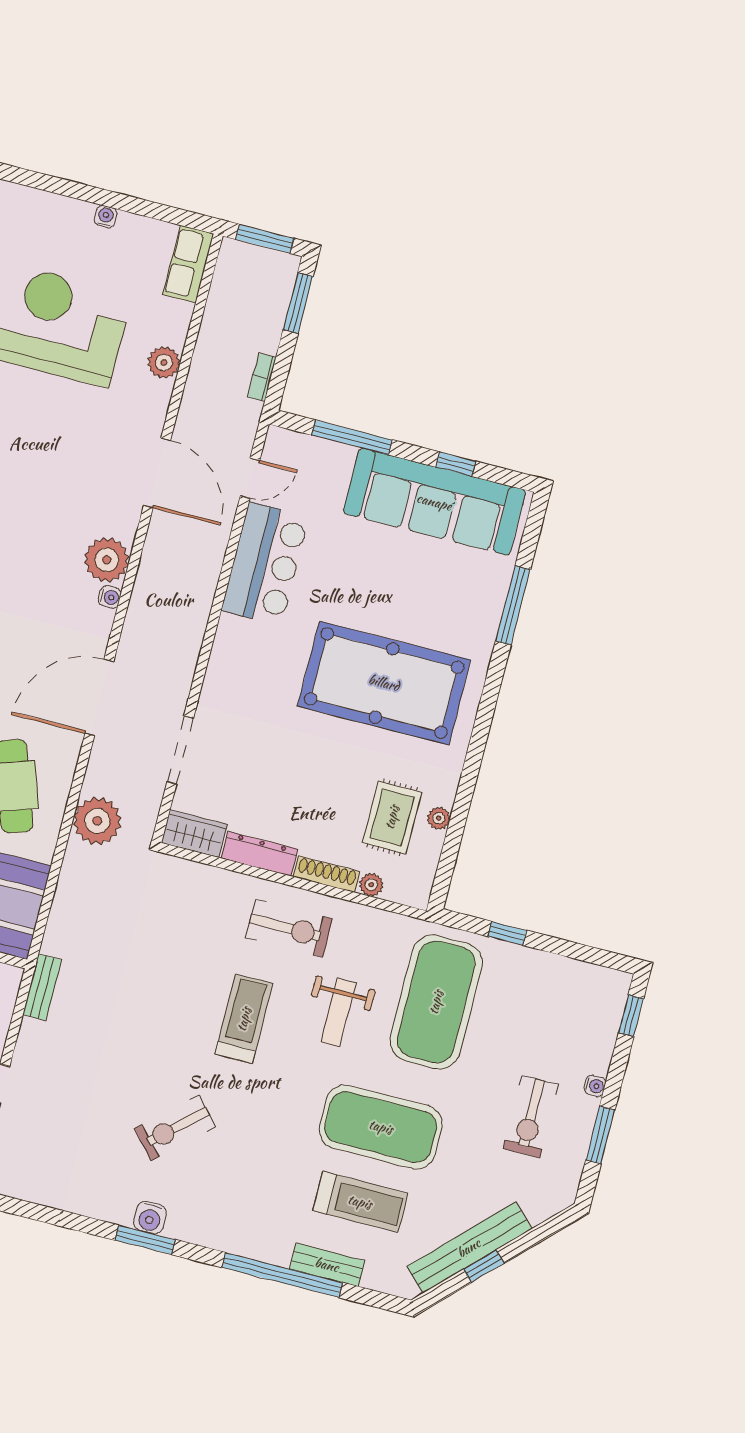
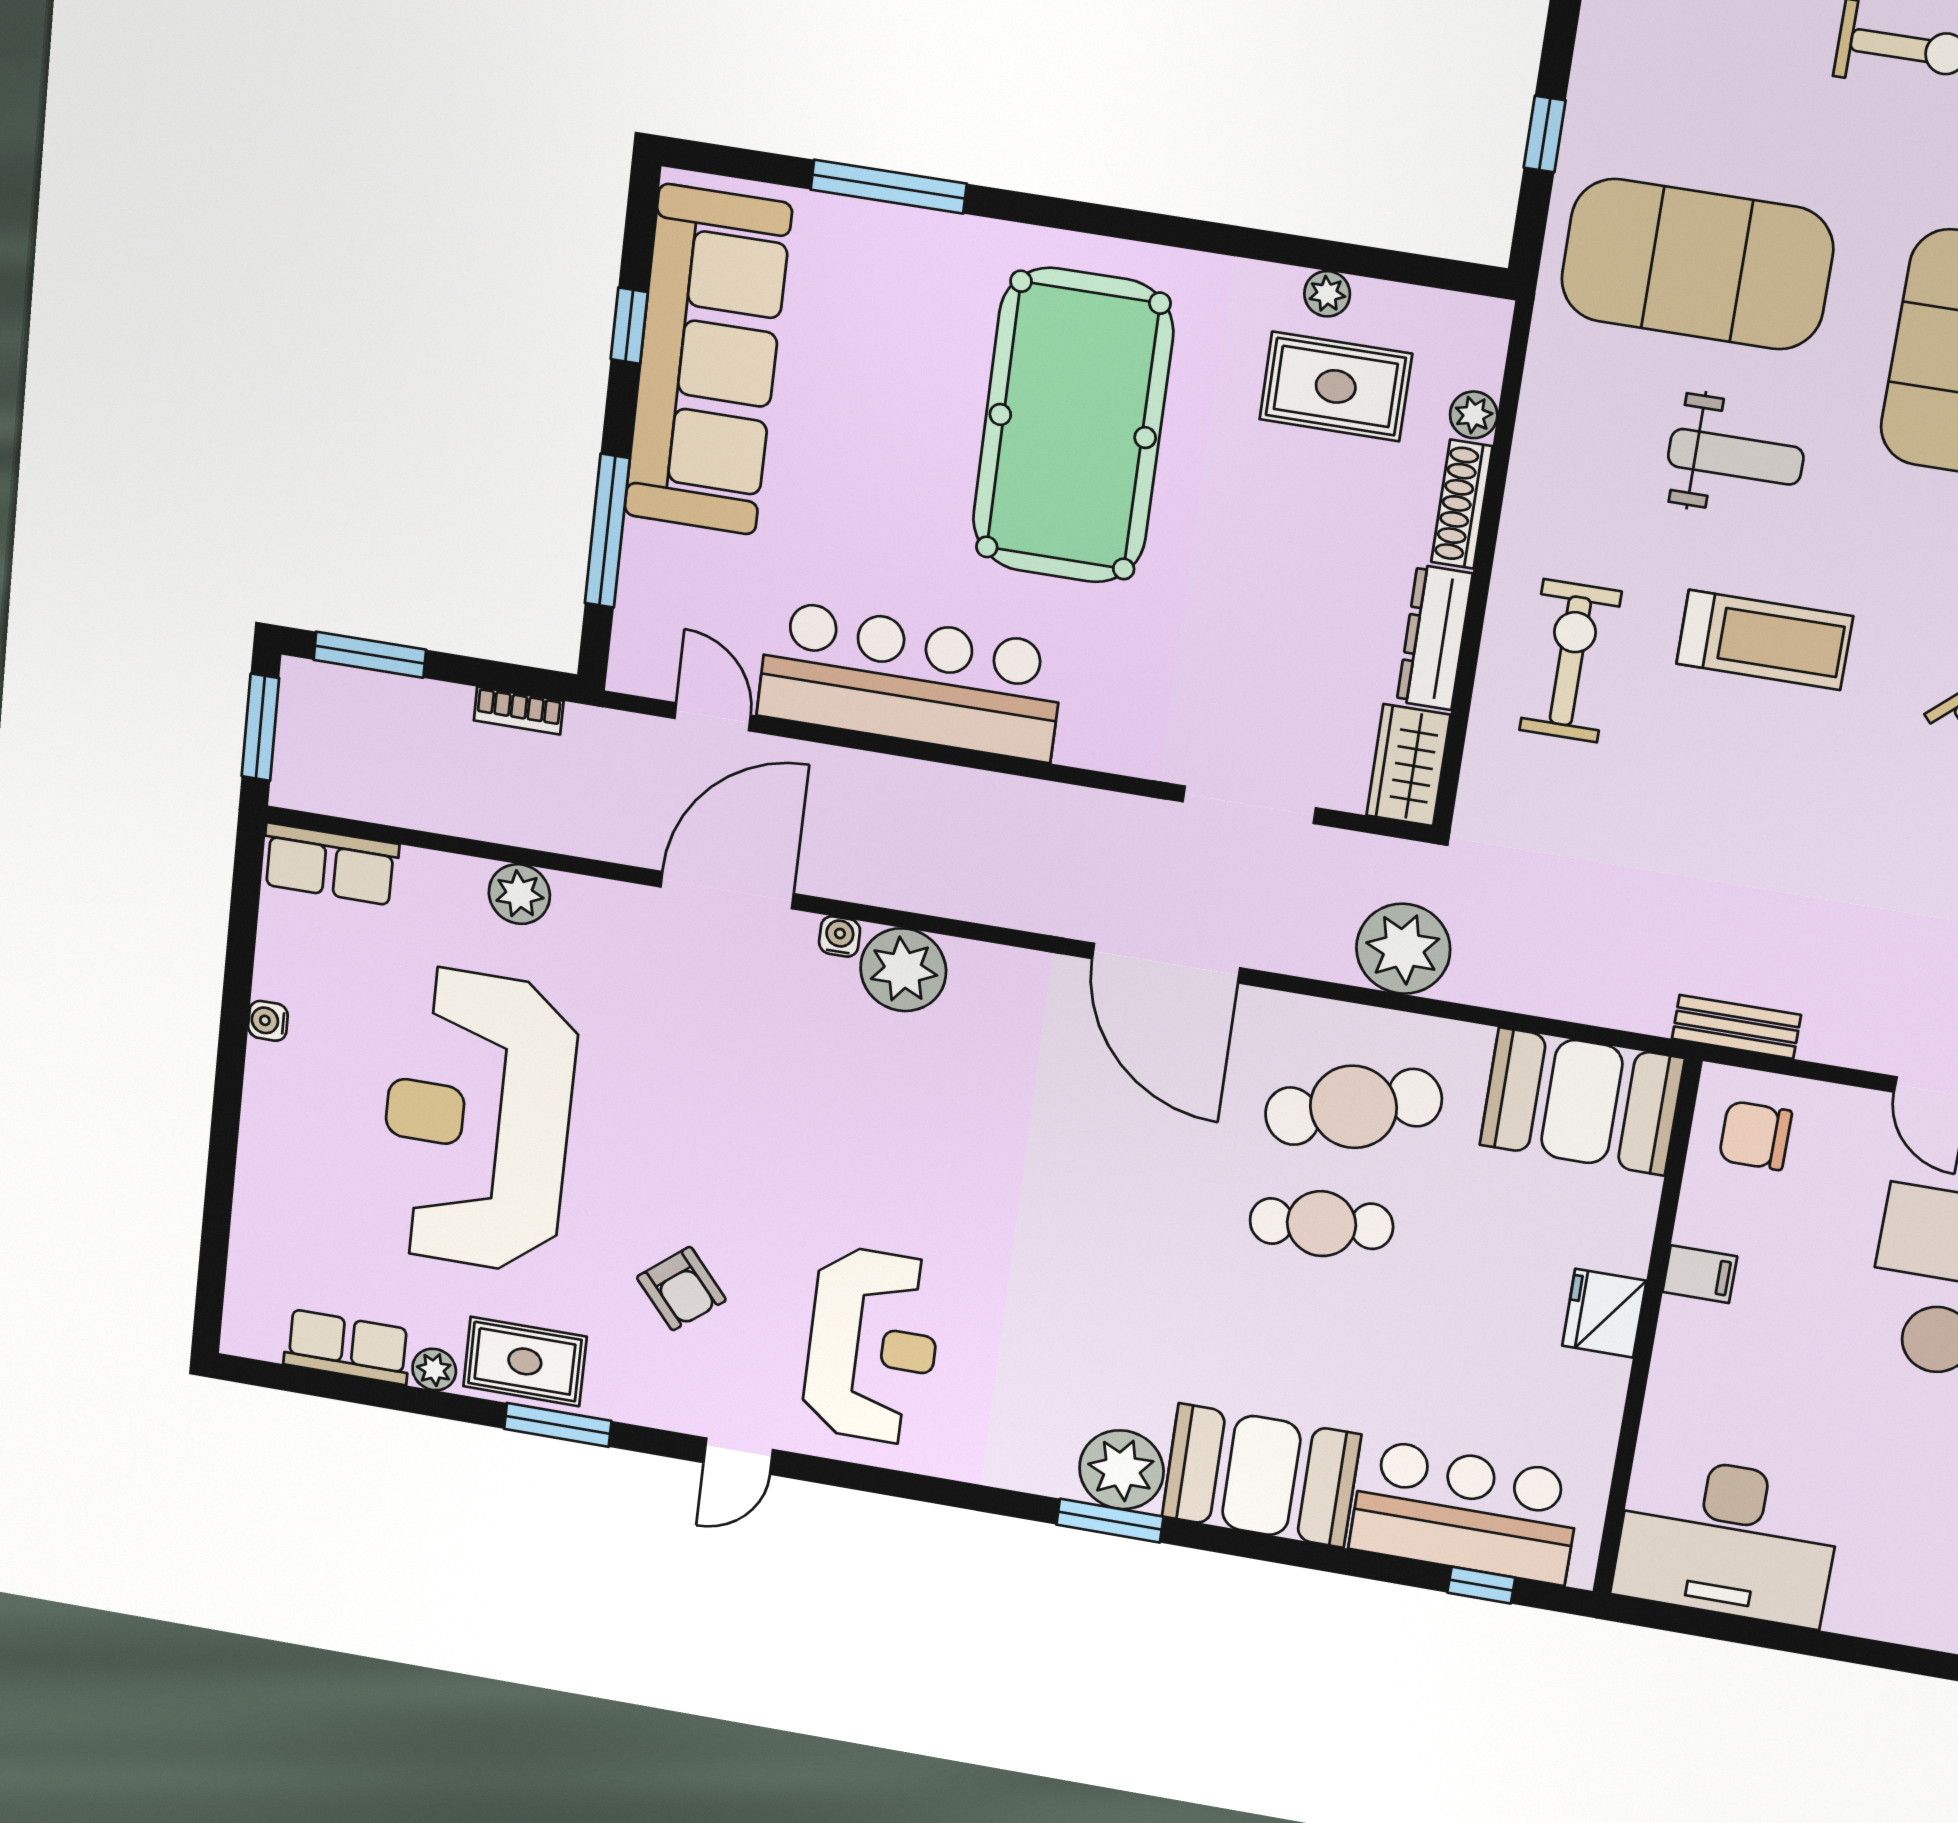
bar counter: (265, 564) -> (910, 681), width x1.36
water cooler: (110, 597) -> (840, 937), moved
exercise bike: (289, 928) -> (1570, 661), moved
treadmill: (244, 1019) -> (1765, 640), turned 180

